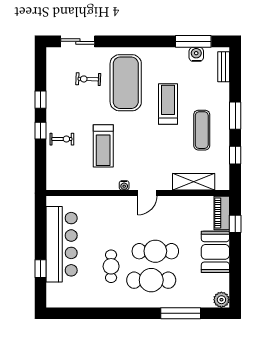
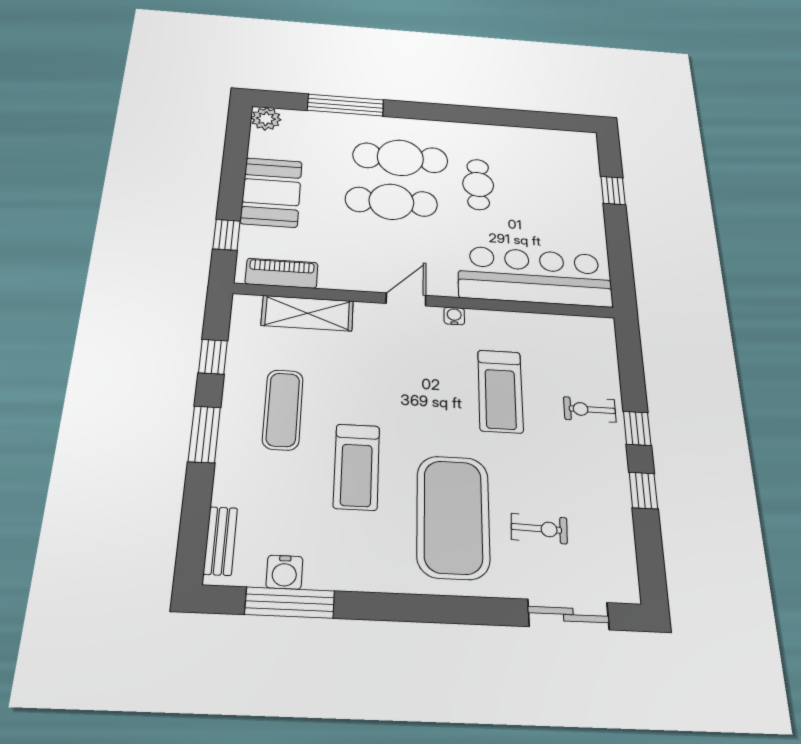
treadmill: (103, 146) -> (500, 391), turned 180
piano: (222, 213) -> (282, 273), moved, turned -90
bar counter: (62, 244) -> (535, 276), moved, turned 90

